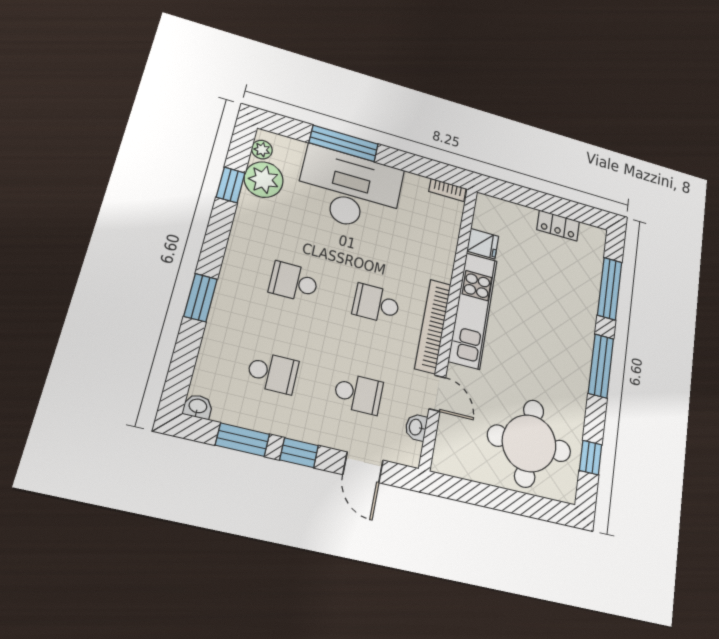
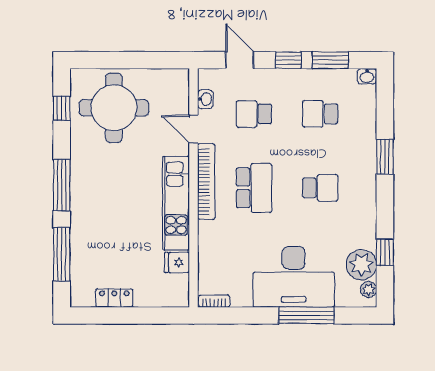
school desk: (376, 304) -> (254, 188), width x1.85

